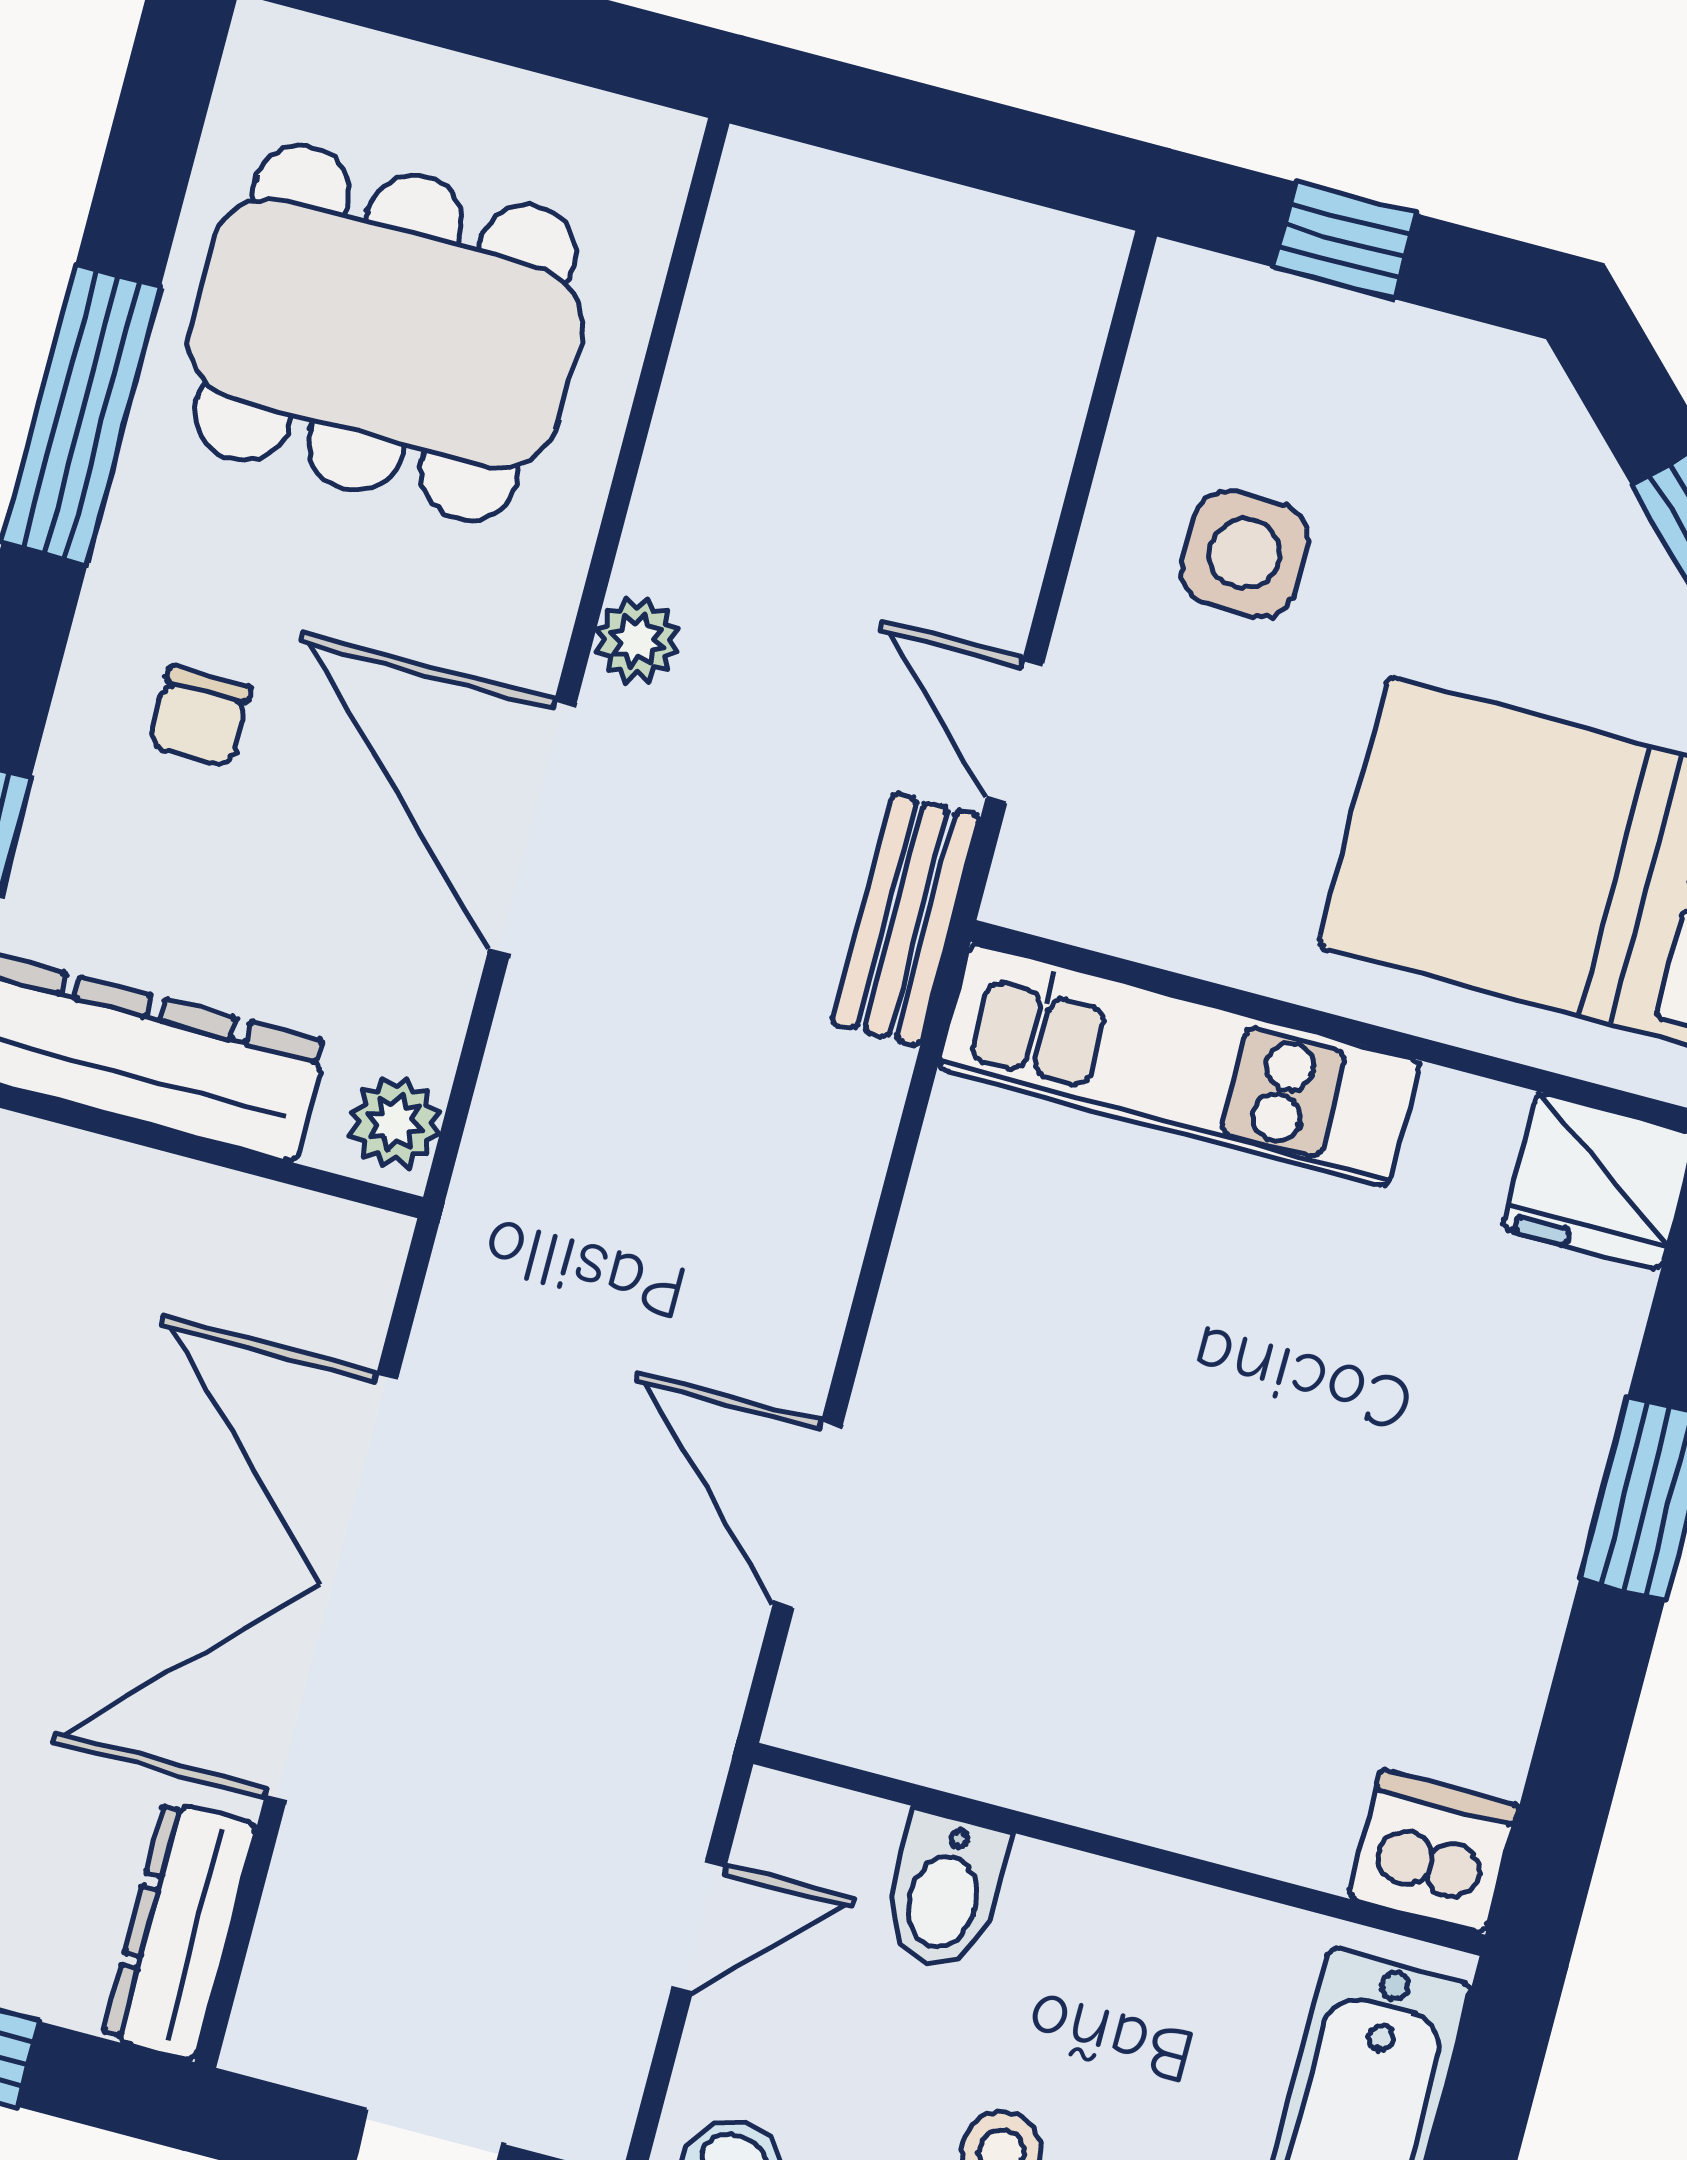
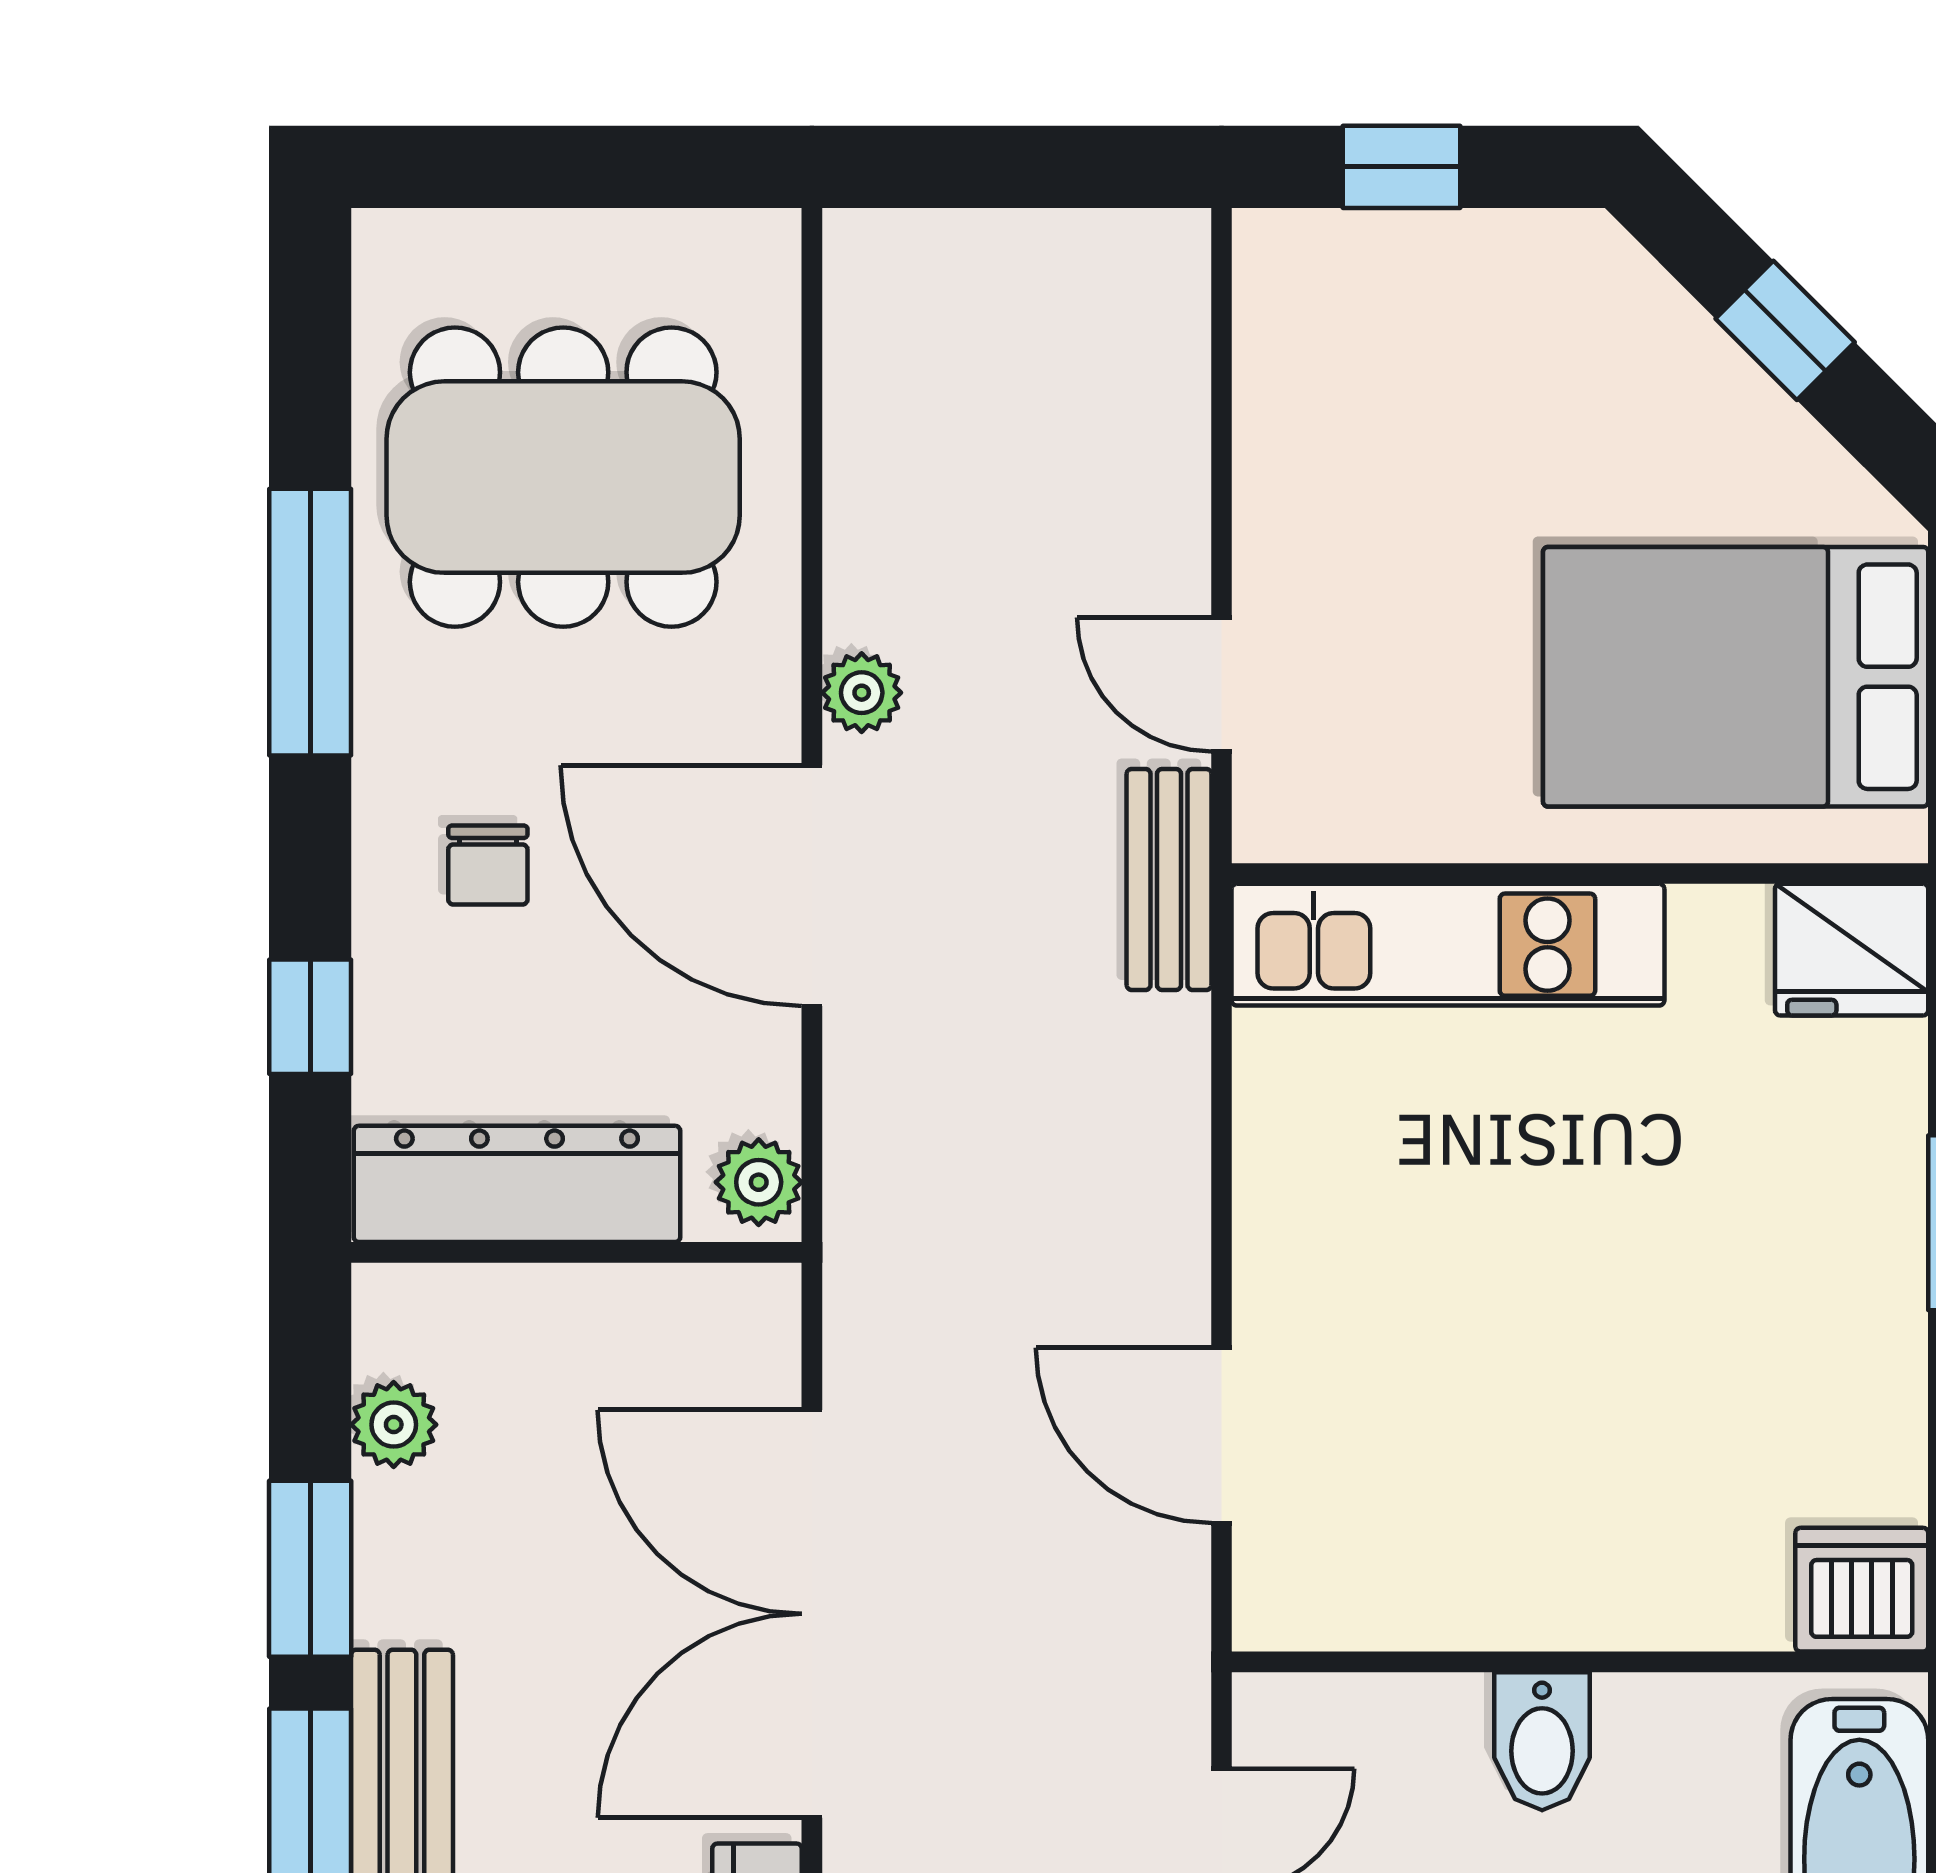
side table: (1245, 554) -> (1385, 472), removed
bidet: (945, 1892) -> (1542, 1741), moved

